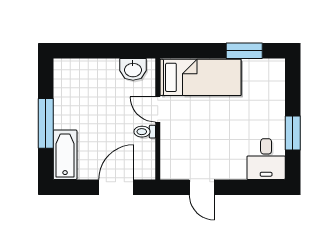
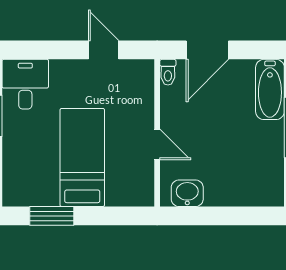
bed: (200, 77) -> (82, 157), moved, turned 90
toilet: (145, 132) -> (168, 72), moved, turned 90

